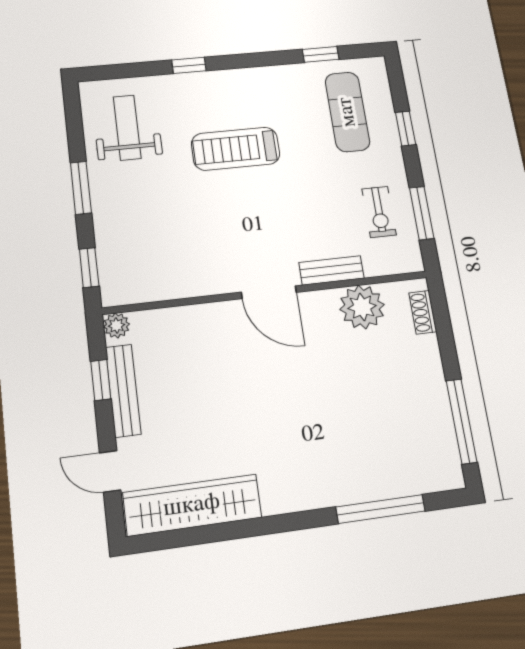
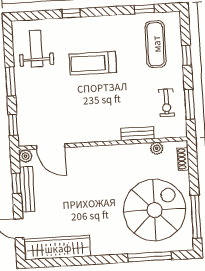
door: (269, 292) -> (51, 146), moved
plant: (362, 307) -> (157, 148), width x0.53, depth x0.53
spiral stairs: (380, 414) -> (155, 210), added

